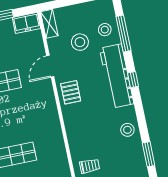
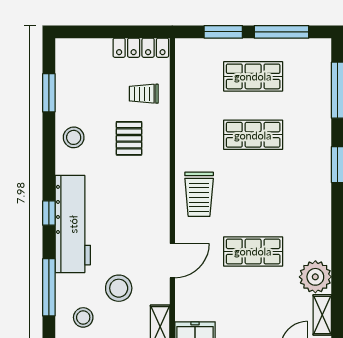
stool: (105, 30) -> (83, 317), moved
pallet: (71, 92) -> (129, 138), moved
trolley: (42, 111) -> (199, 194), added

